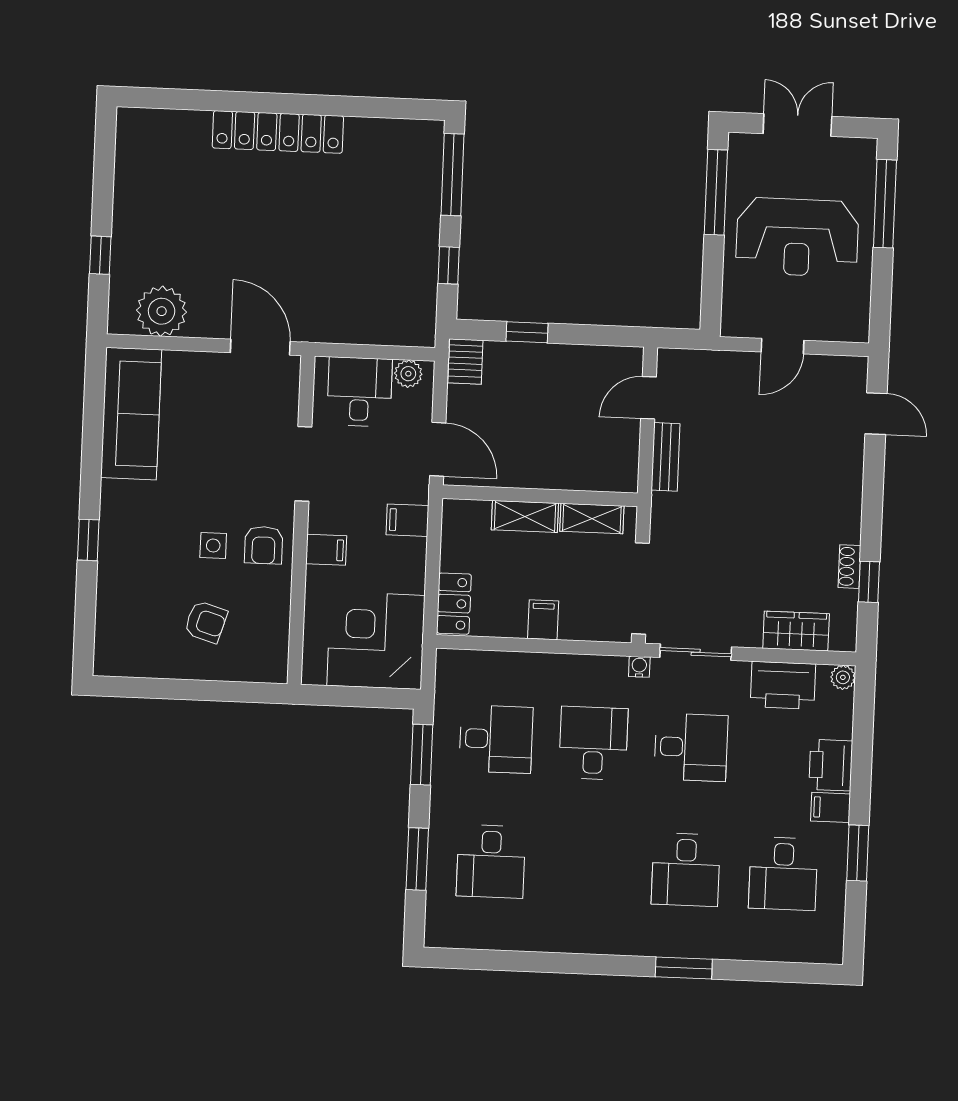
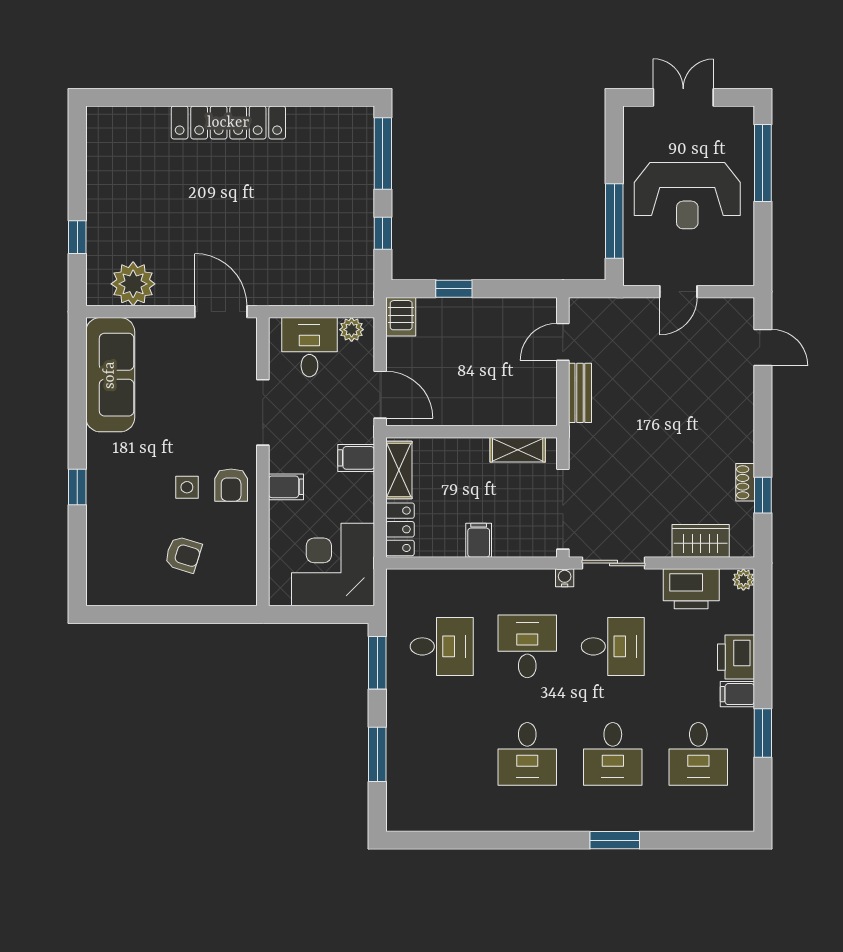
window: (716, 192) -> (614, 221), moved
shelving: (525, 516) -> (399, 470), moved, turned 90
desk: (491, 861) -> (527, 754), moved

